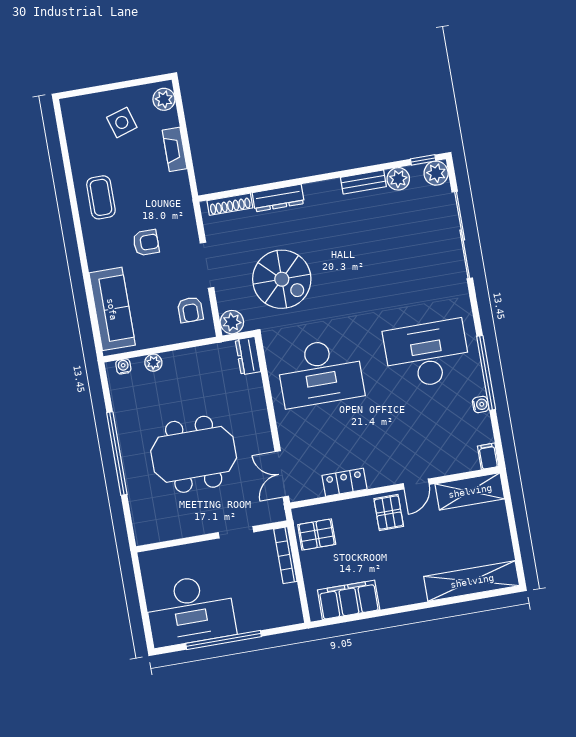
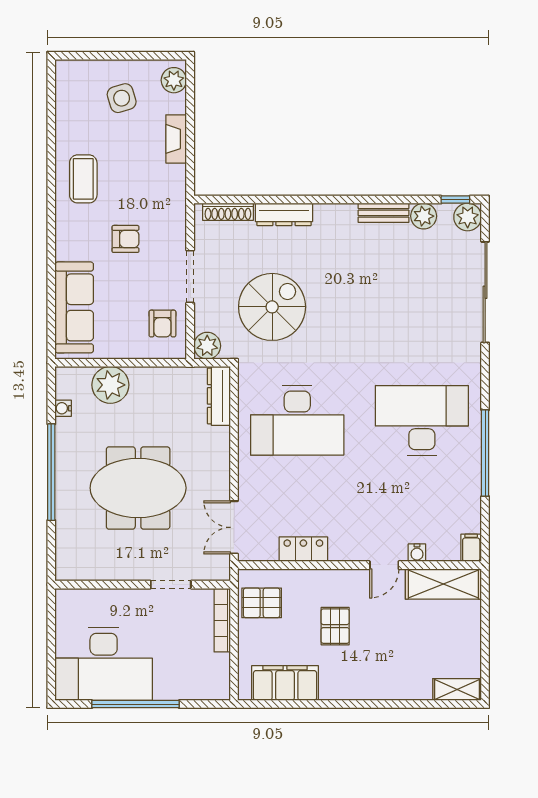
spiral stairs: (282, 279) -> (272, 307), turned -90
dresser: (248, 356) -> (219, 396), width x1.44
plant: (153, 363) -> (110, 385), width x1.88, depth x1.88
water cooler: (123, 366) -> (63, 408), moved, turned -90
water cooler: (481, 404) -> (417, 553), moved, turned 90
pallet: (389, 512) -> (335, 626), moved
shelving: (472, 581) -> (457, 689), width x0.45, depth x0.75

